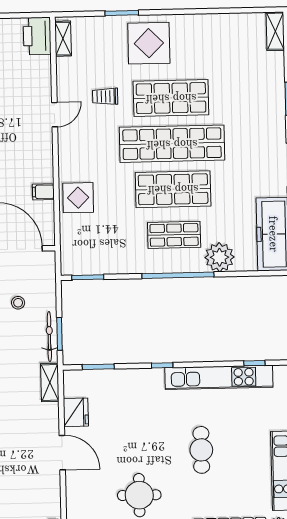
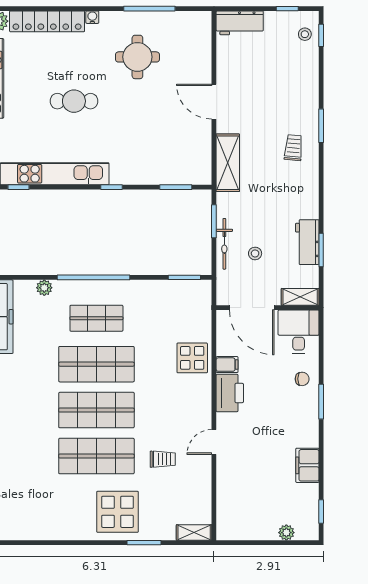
printer: (37, 36) -> (230, 393), moved
shelving: (63, 39) -> (194, 532), moved, turned 90
shop shelf: (172, 144) -> (96, 410), width x0.71
plant: (219, 257) -> (44, 288), width x0.53, depth x0.53
bicycle: (49, 337) -> (224, 244), moved
shelving: (50, 383) -> (228, 163), width x1.50, depth x1.33
fridge: (76, 412) -> (199, 142), removed
cafe table: (201, 450) -> (74, 101), turned 90

